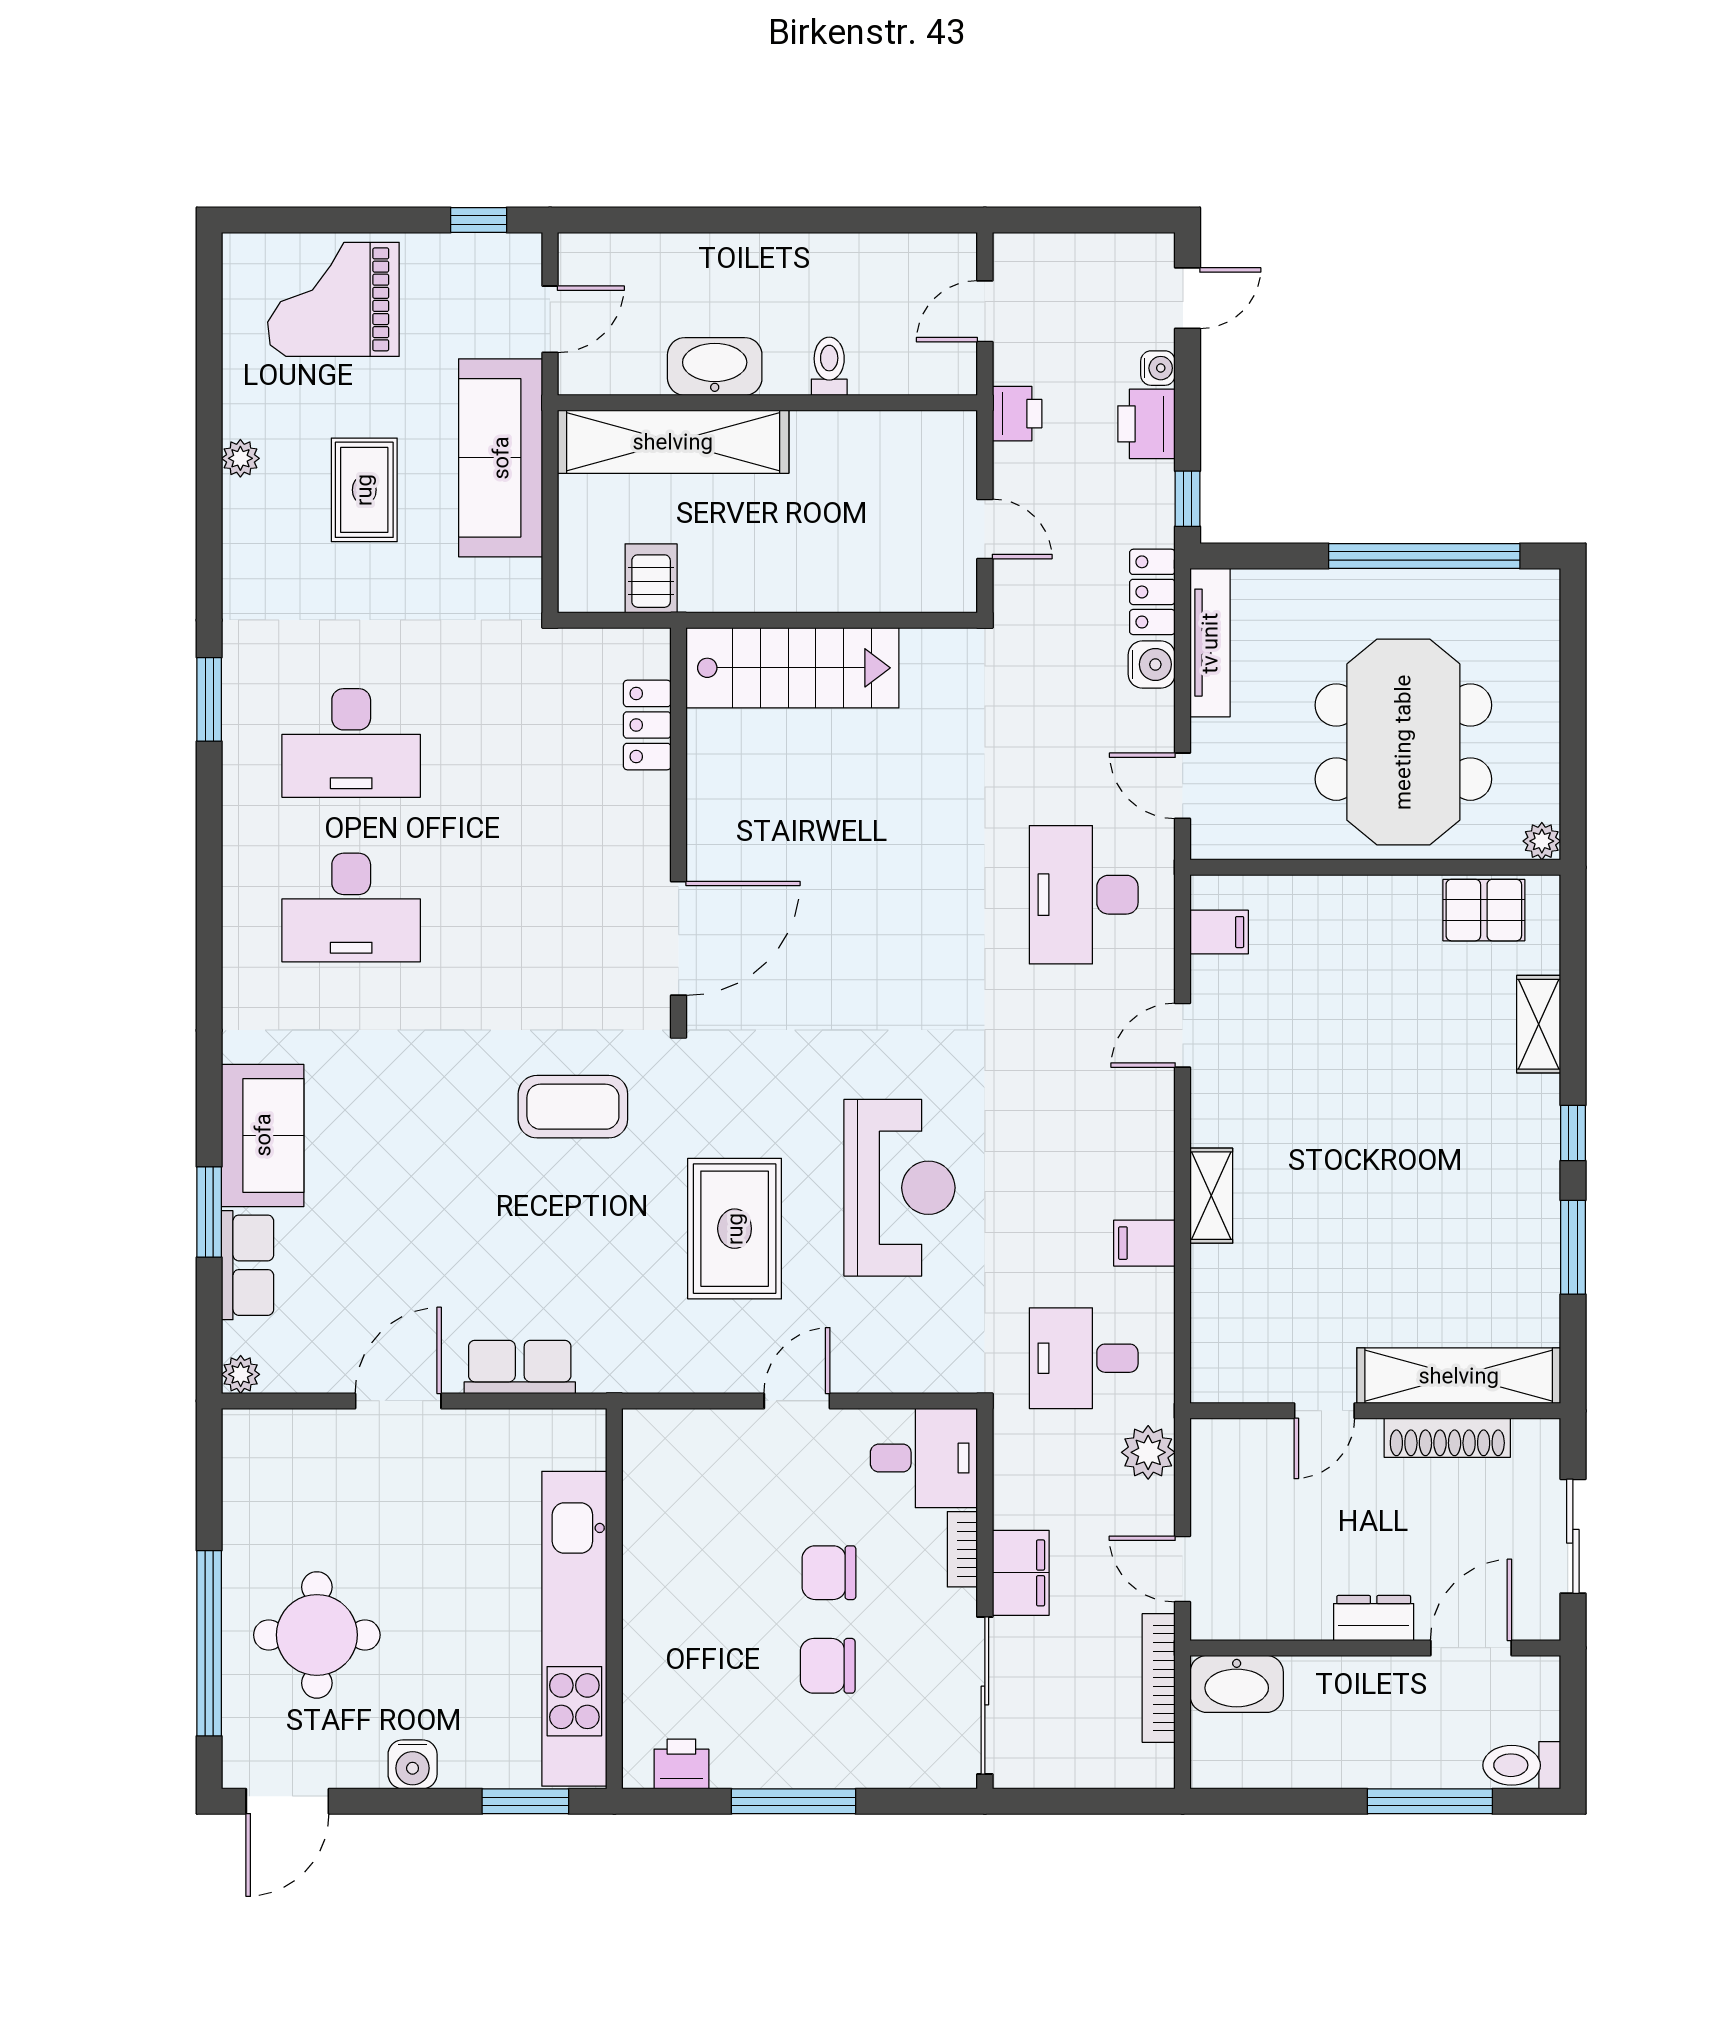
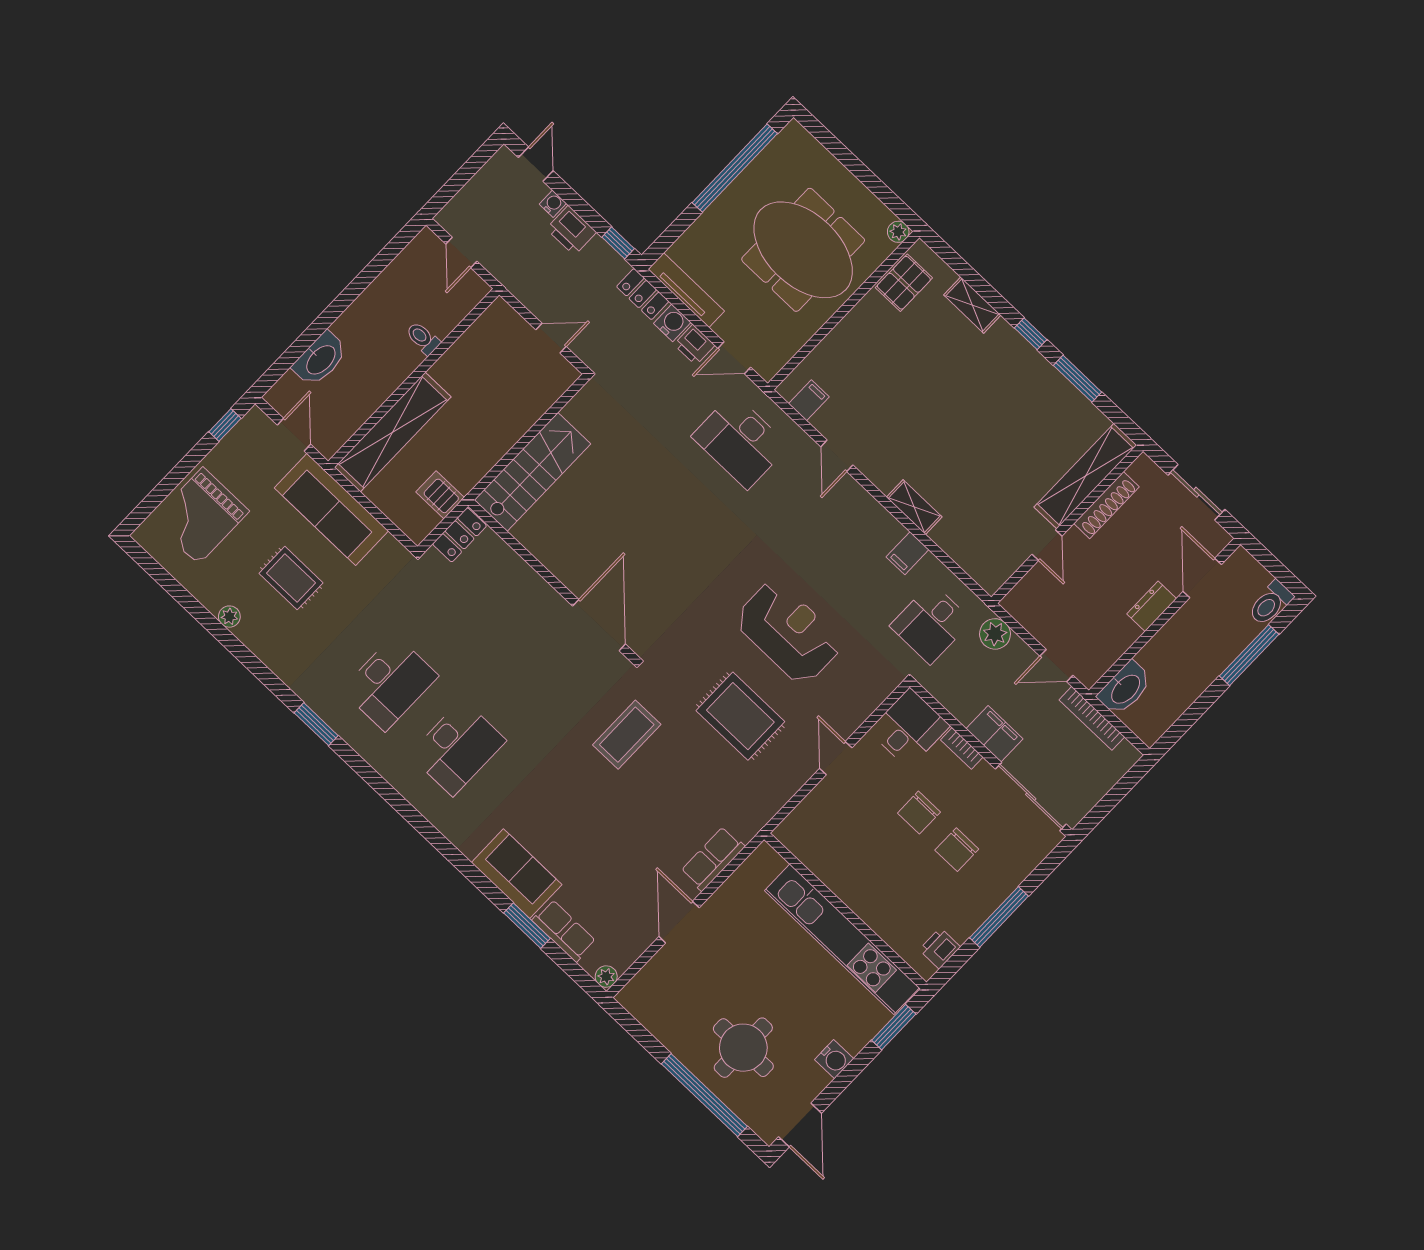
washbasin: (715, 367) -> (320, 359), moved, turned 180
printer: (1017, 414) -> (694, 345), moved, turned 180
locker: (647, 725) -> (460, 535), moved, turned -90

